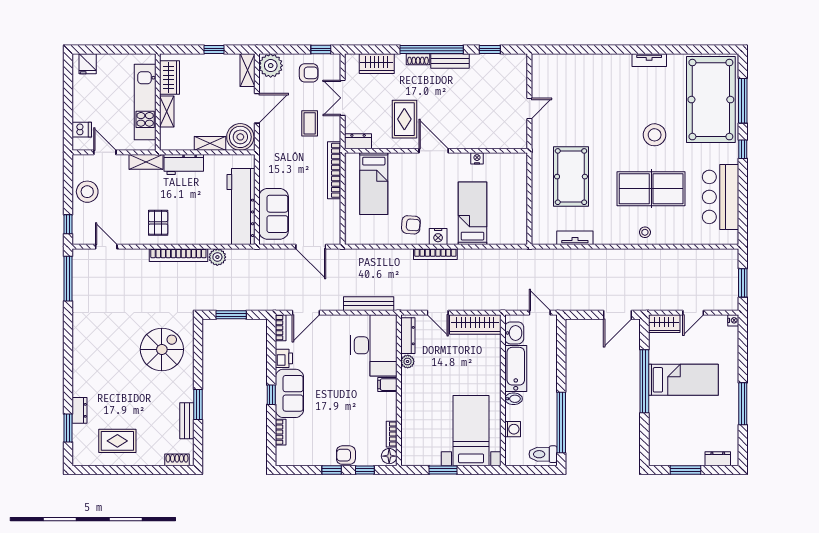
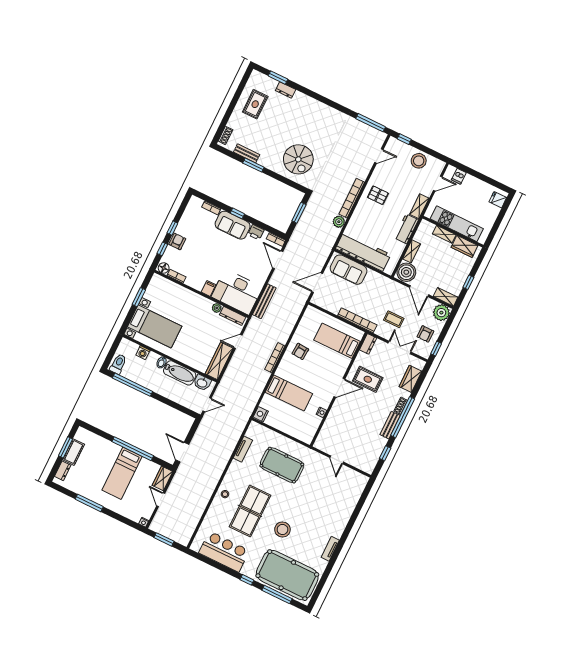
nightstand: (438, 236) -> (261, 414), moved
cot: (686, 456) -> (74, 452), added

